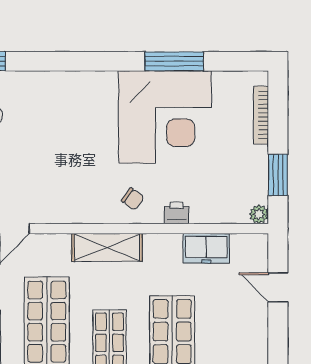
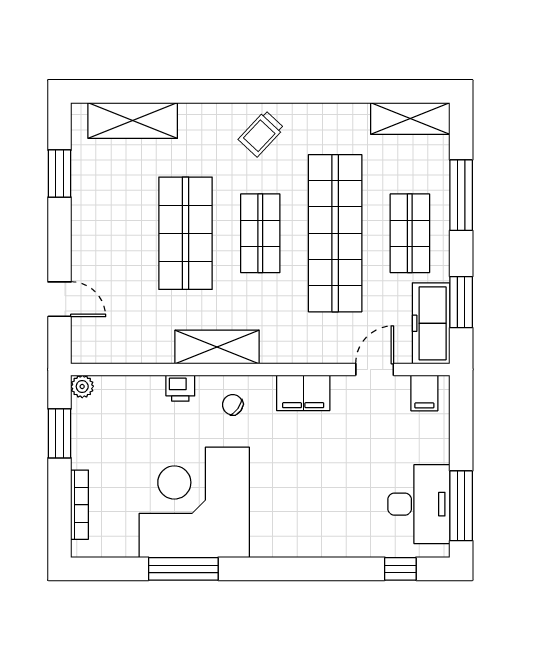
filing cabinet: (74, 209) -> (303, 393), added
shelving: (107, 247) -> (217, 347), moved
freezer: (206, 248) -> (145, 346), removed

